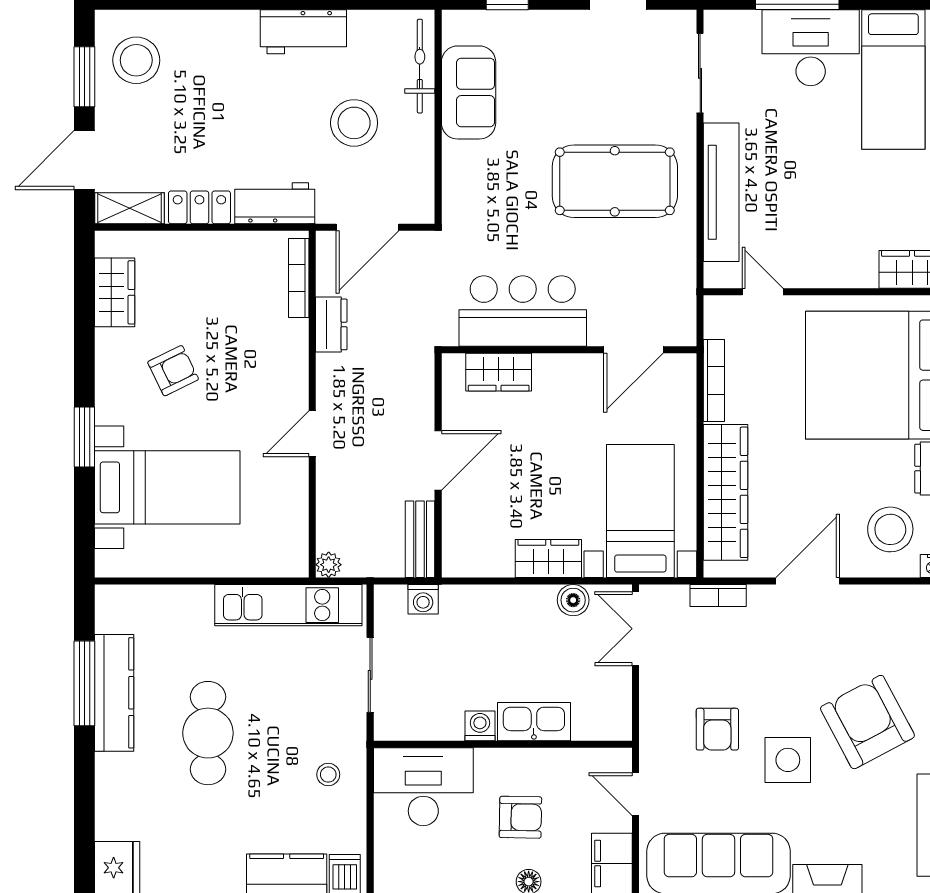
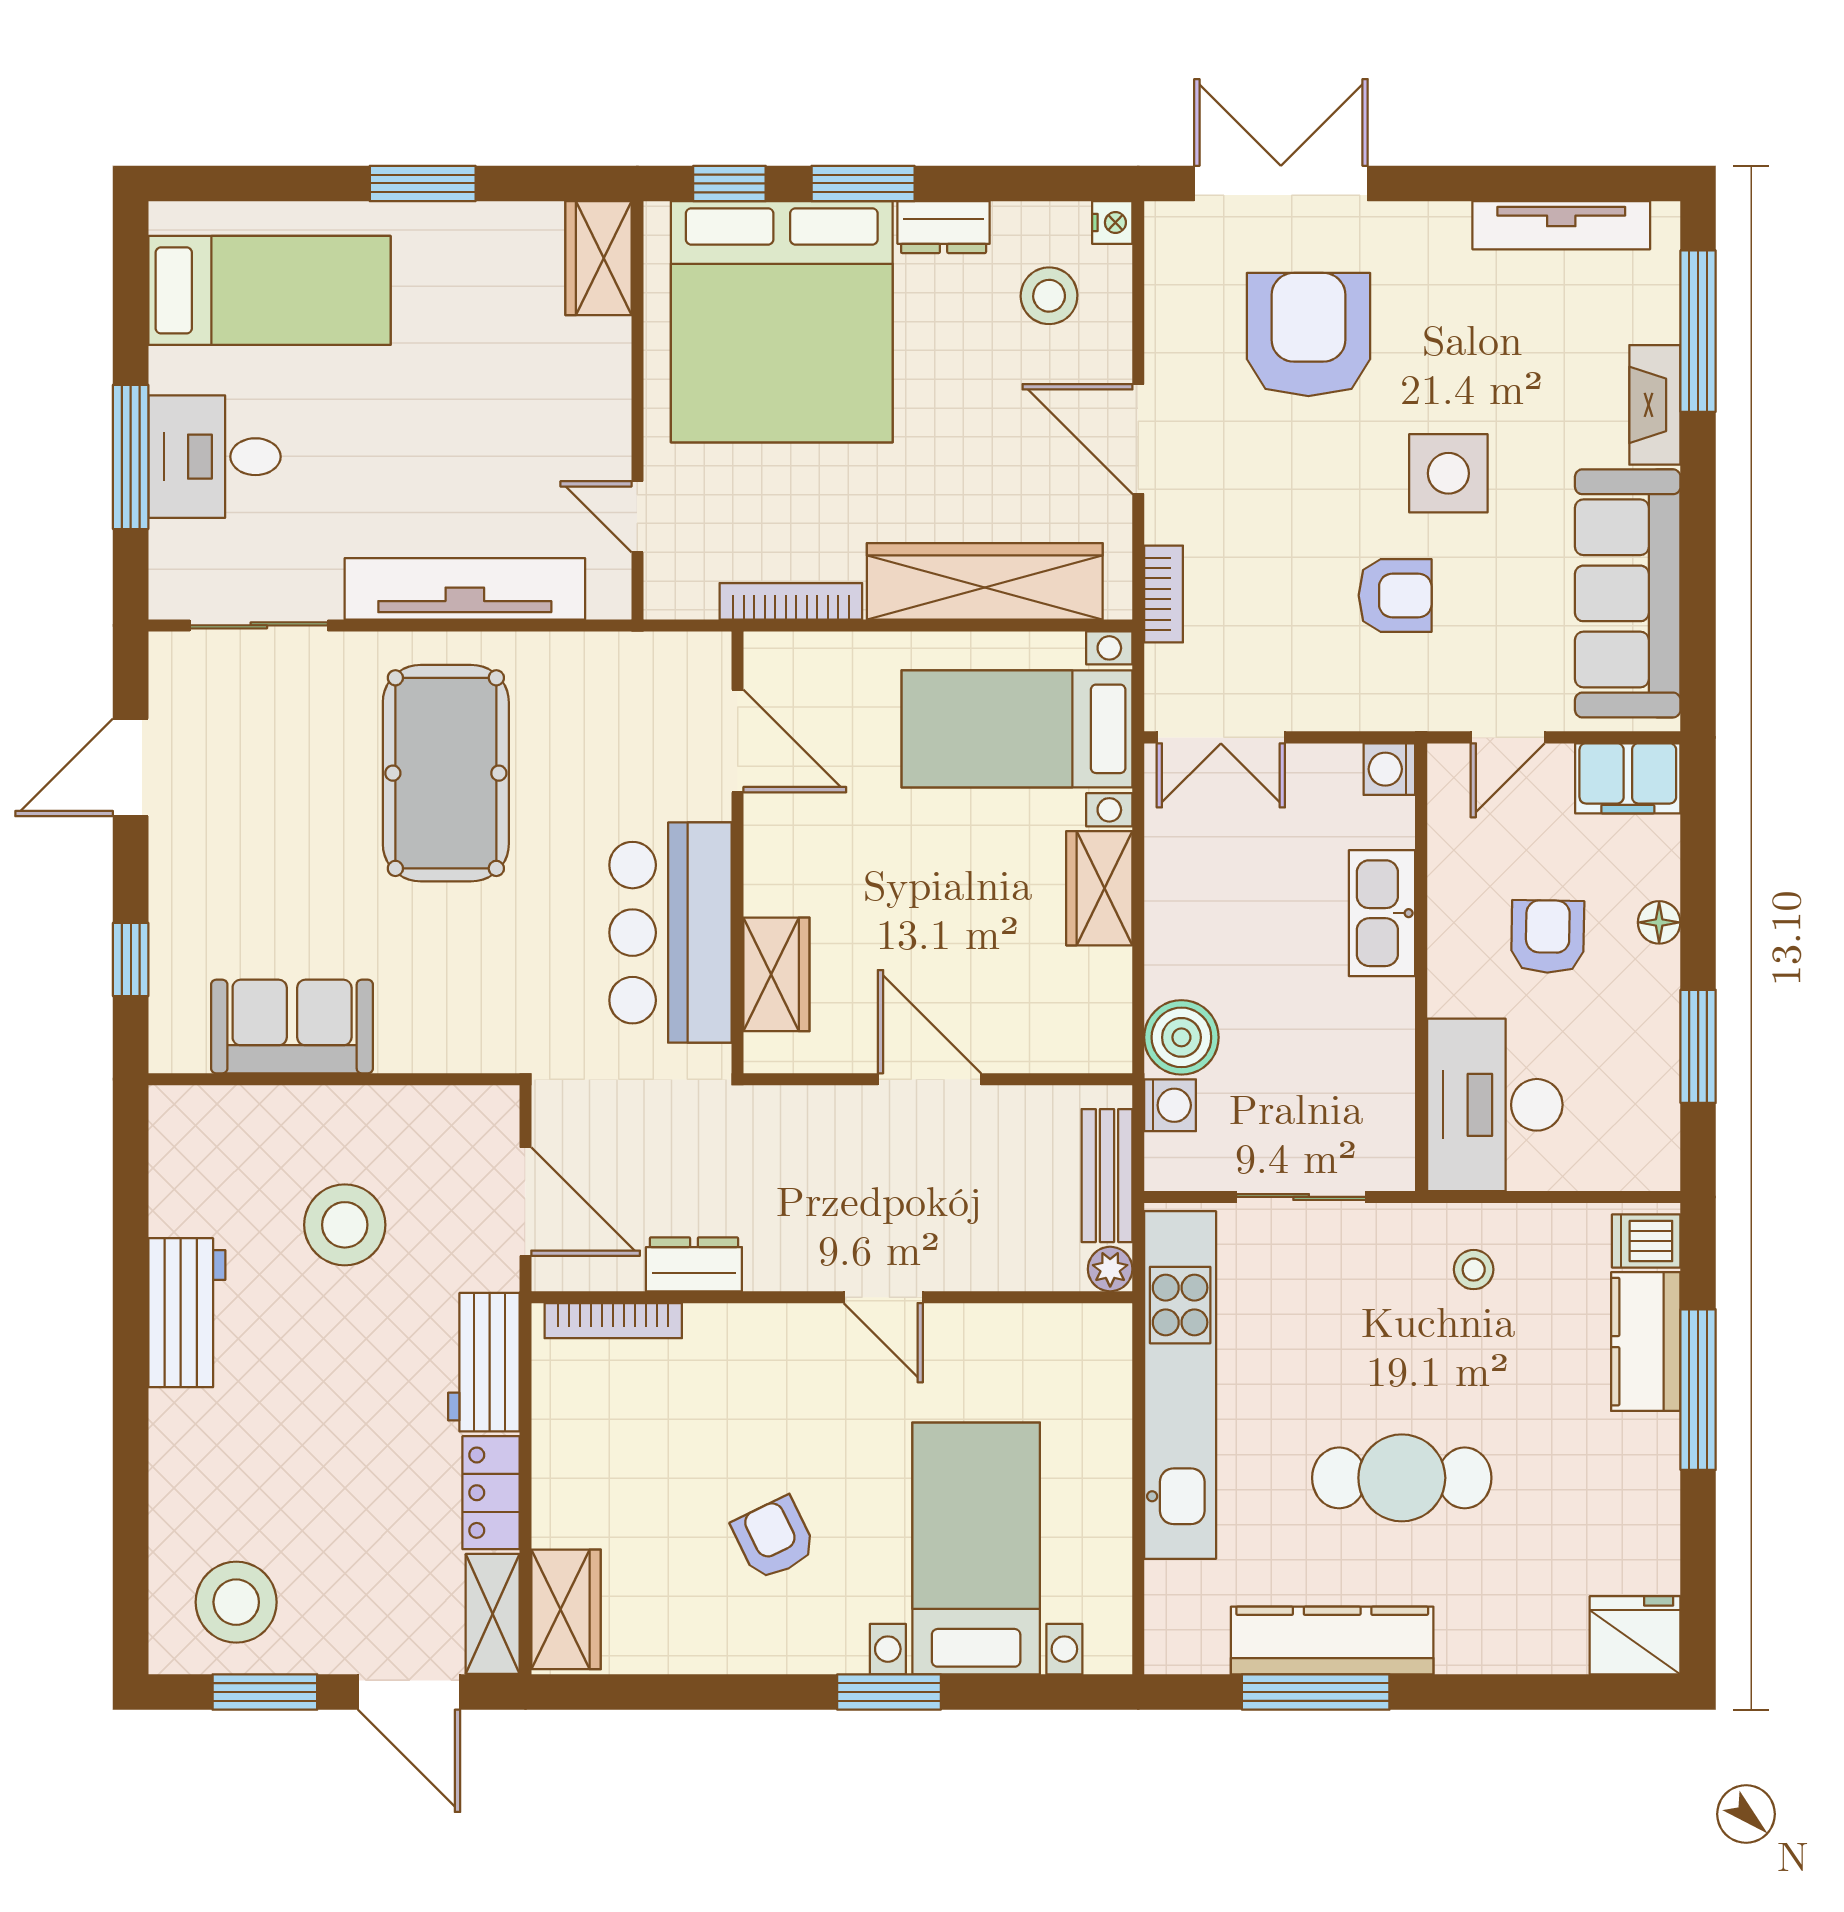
desk: (811, 48) -> (214, 457), width x0.73
bicycle: (420, 66) -> (246, 1111), removed
wardrobe: (115, 292) -> (566, 1609), moved, turned 90
door: (763, 292) -> (637, 517), hinge flipped
stool: (890, 529) -> (1049, 296), width x0.73, depth x0.73
bench: (420, 539) -> (1107, 1176), moved, turned 90
boiler: (573, 600) -> (1181, 1037), moved, width x1.36, depth x1.36
kitchen unit: (288, 605) -> (1180, 1385), width x1.36
armchair: (867, 722) -> (1308, 335), moved, turned 118
washing machine: (480, 726) -> (1389, 769), moved

